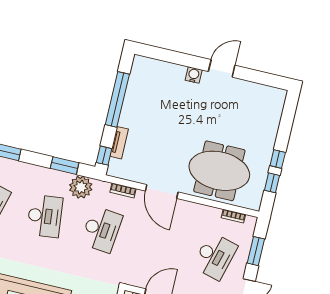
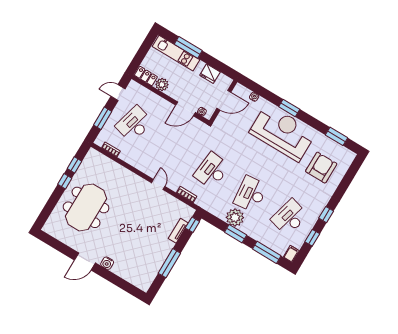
window: (117, 99) -> (169, 263), width x0.68
window: (65, 166) -> (236, 234), moved
meeting table: (219, 171) -> (86, 207), moved, turned 90
plant: (81, 187) -> (235, 218), moved
door: (162, 191) -> (158, 185), width x0.53

